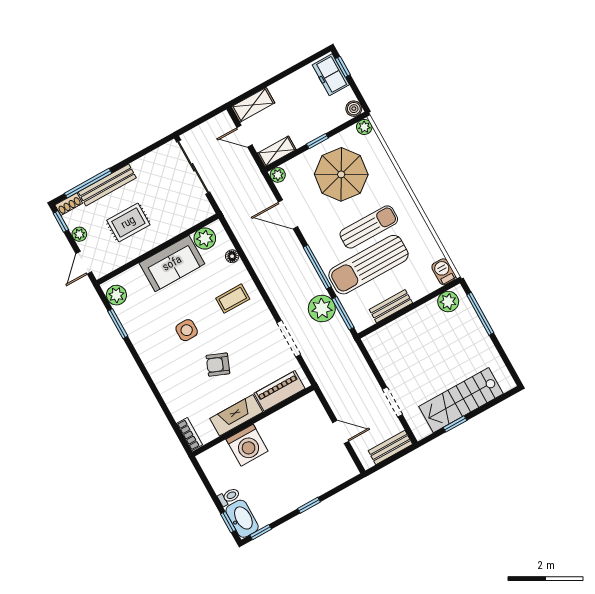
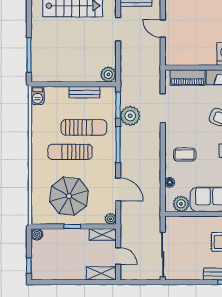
freezer: (331, 75) -> (40, 265), removed
plant: (364, 127) -> (37, 219), removed
sun lounger: (368, 265) -> (84, 127), width x0.73, depth x0.75
plant: (448, 302) -> (108, 74), moved

